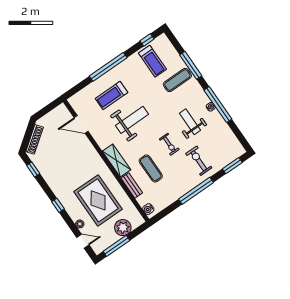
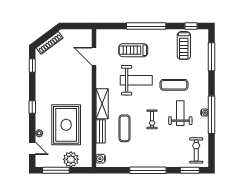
window: (191, 65) -> (211, 57), moved
exercise mat: (177, 80) -> (174, 85), moved
exercise bike: (199, 161) -> (196, 150), moved

